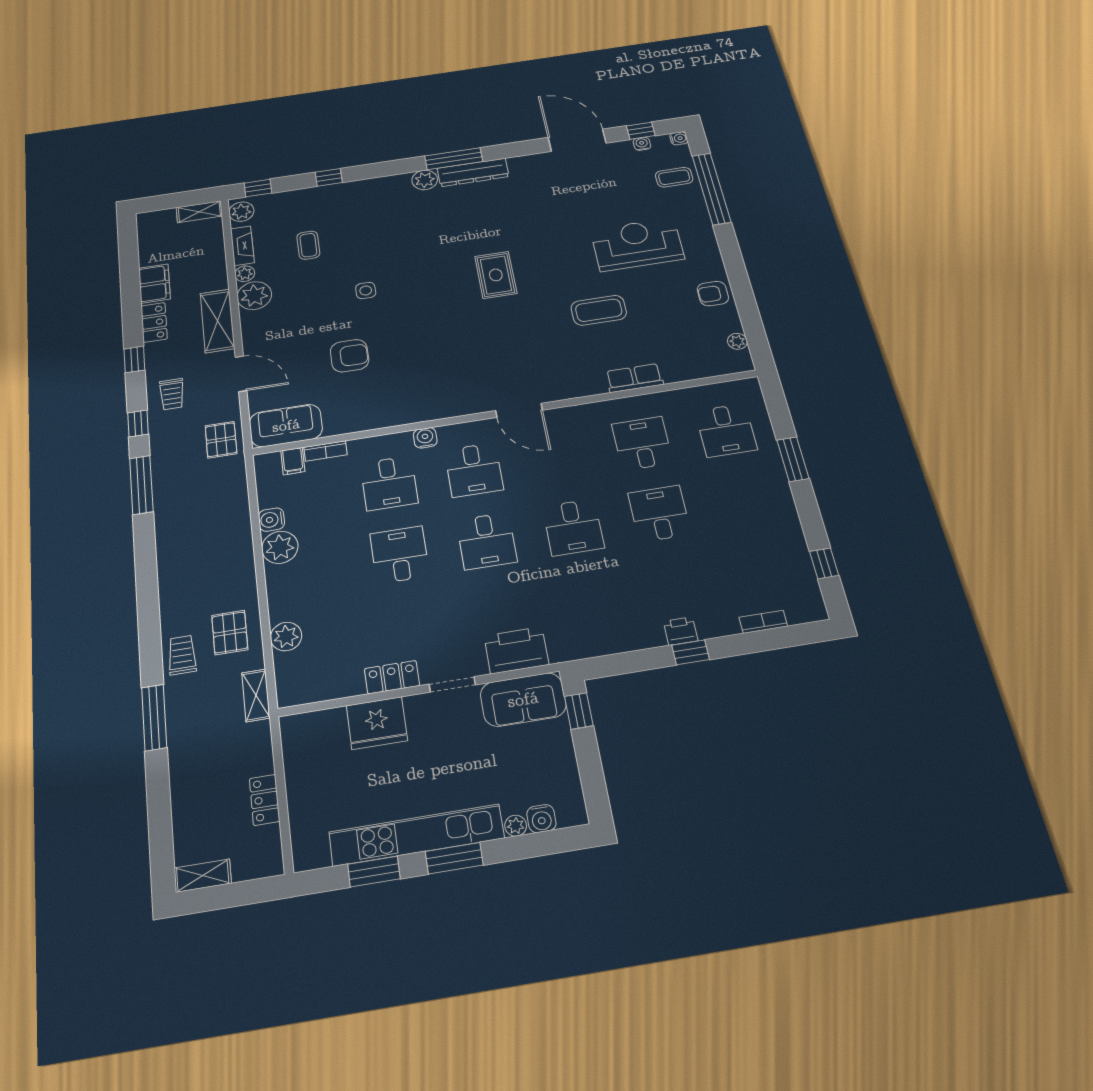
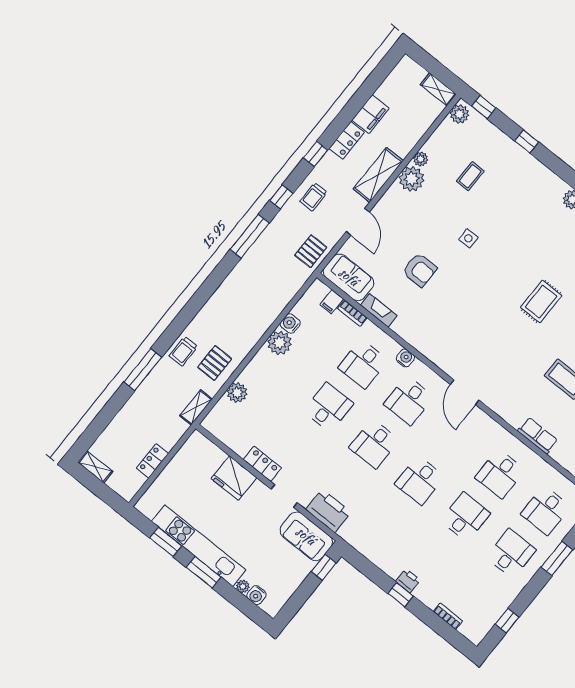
fireplace: (242, 246) -> (379, 310), moved, turned -90
desk: (642, 443) -> (500, 474), turned 180
desk: (745, 500) -> (511, 554), added
trolley: (182, 655) -> (183, 351), turned 180

